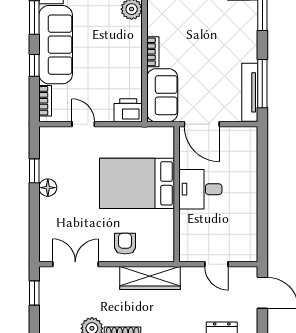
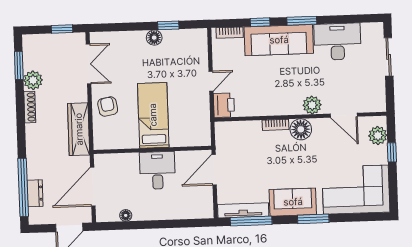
floor lamp: (159, 23) -> (301, 129), added
sofa: (162, 95) -> (293, 202), moved, turned 180
door: (83, 124) -> (211, 81), moved
bed: (137, 183) -> (153, 115), width x0.67
floor lamp: (251, 227) -> (126, 215), added
armchair: (125, 244) -> (108, 106), turned -100
door: (216, 264) -> (93, 187), width x1.88

